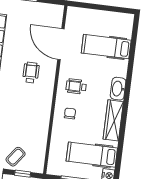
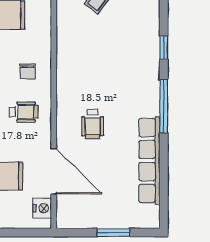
nightstand: (72, 20) -> (42, 208), added

